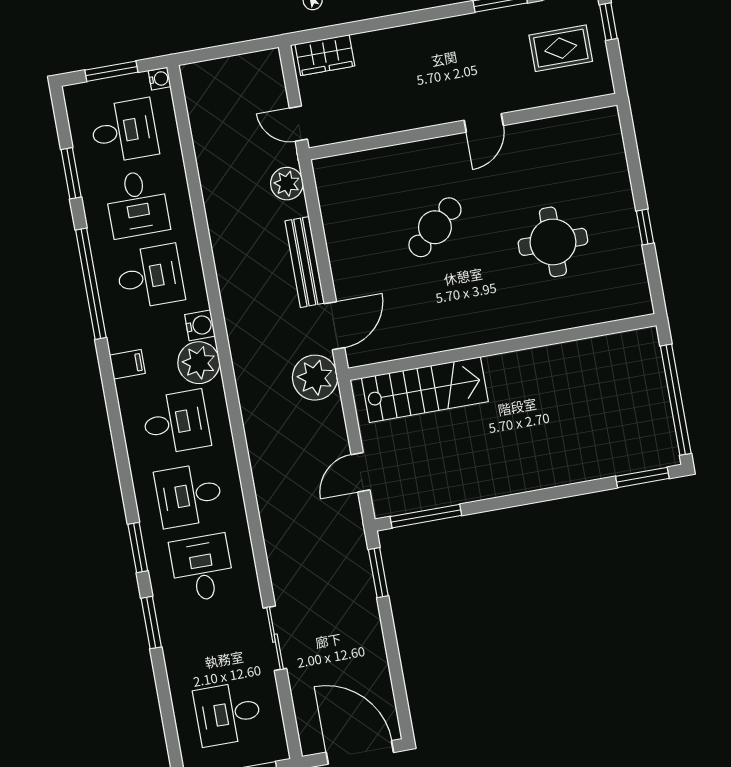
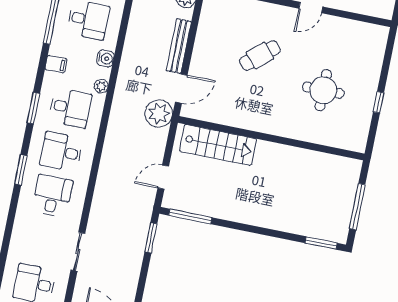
plant: (199, 363) -> (101, 86), width x0.53, depth x0.53
window: (676, 400) -> (357, 207), width x0.68
window: (151, 623) -> (33, 108), moved

